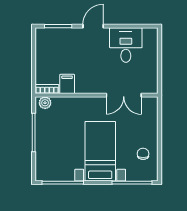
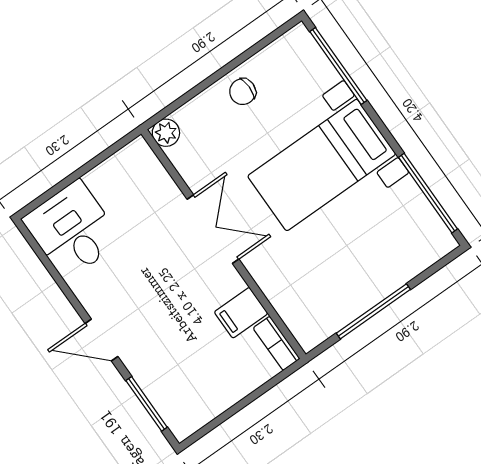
desk: (126, 45) -> (72, 230), moved, turned 90
double door: (124, 95) -> (213, 229), moved
plant: (45, 103) -> (166, 133), moved
chair: (143, 154) -> (243, 92), moved

